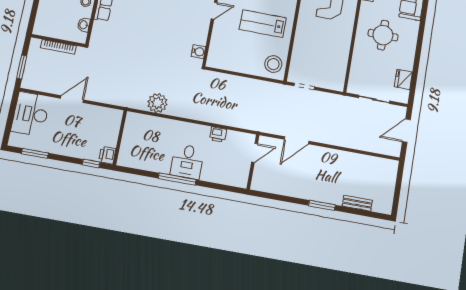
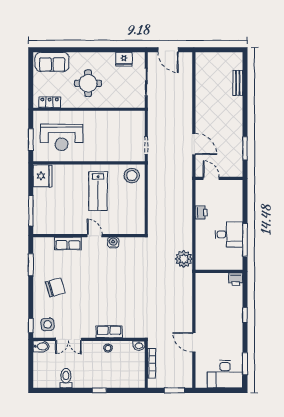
washbasin: (84, 25) -> (139, 346), moved
water cooler: (198, 52) -> (113, 242), moved
plant: (158, 103) -> (184, 259), moved
desk: (31, 114) -> (225, 374), moved
wall: (120, 138) -> (219, 271), moved
printer: (107, 155) -> (236, 279), moved
window: (322, 205) -> (245, 148), moved

